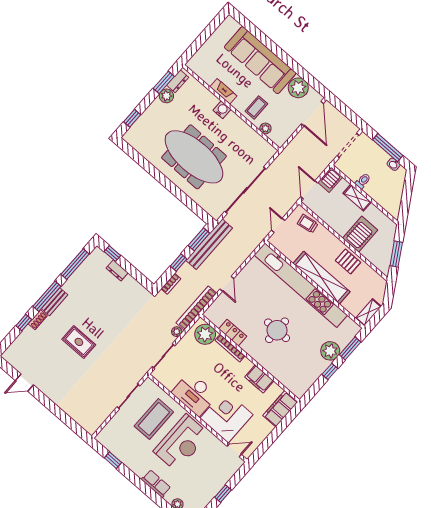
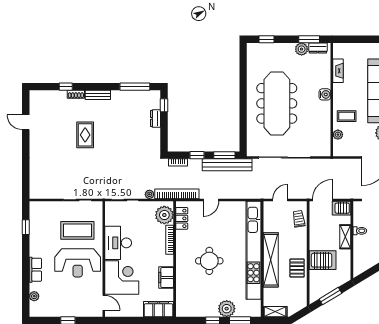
fireplace: (223, 91) -> (338, 71), moved
window: (47, 296) -> (97, 87), removed
locker: (233, 333) -> (182, 218), moved

